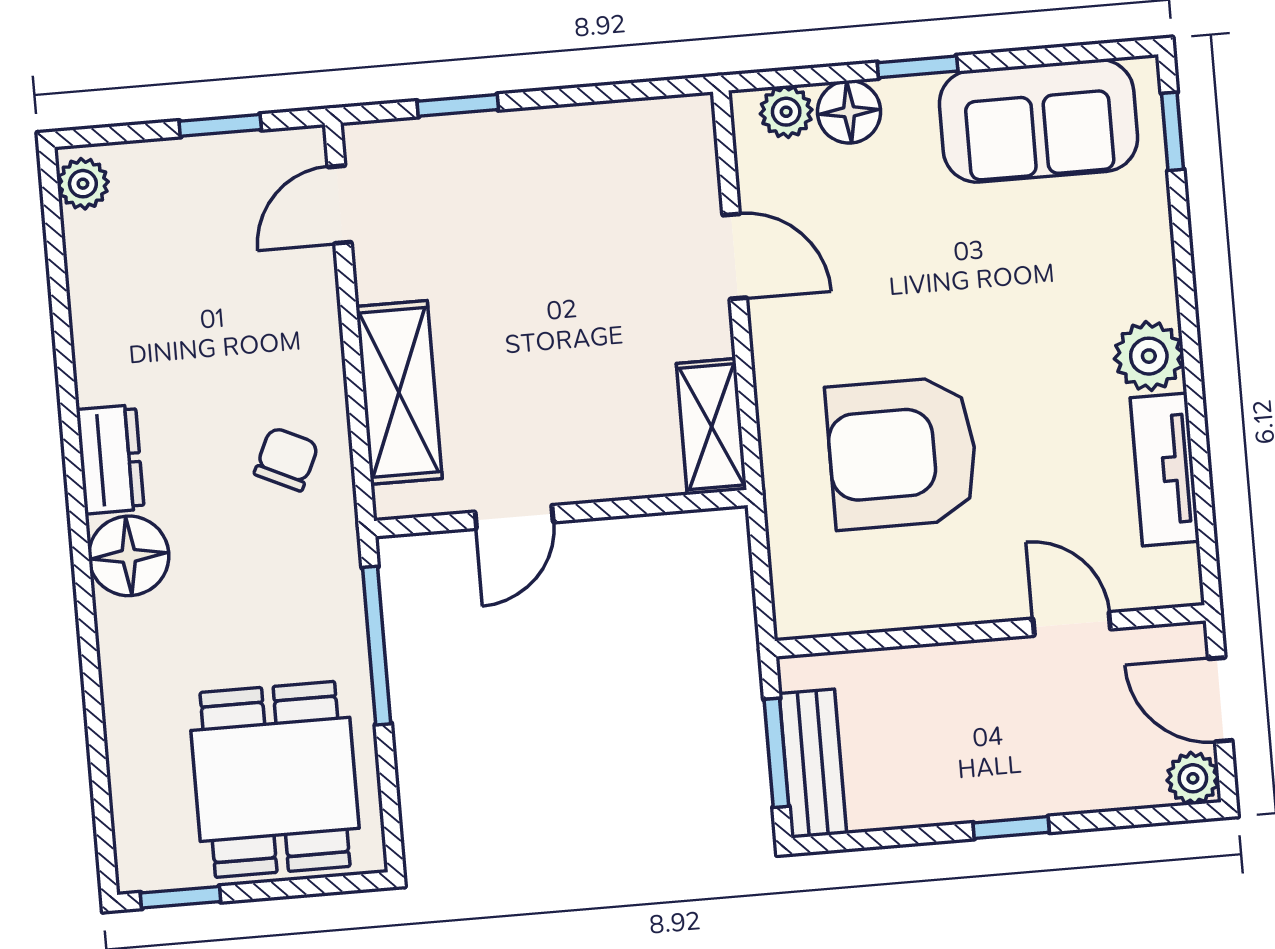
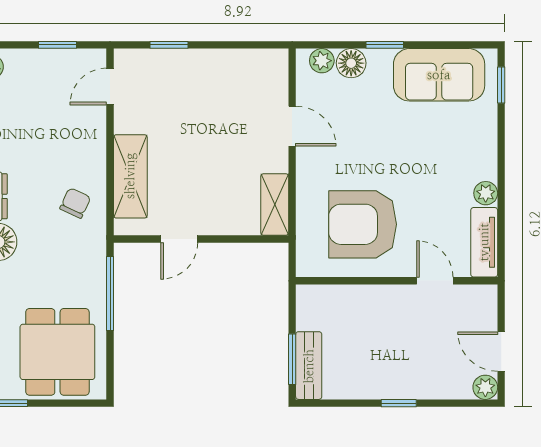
plant: (1149, 356) -> (486, 193), width x0.73, depth x0.73
door: (1072, 624) -> (435, 281), moved
wall: (990, 631) -> (397, 281), moved

